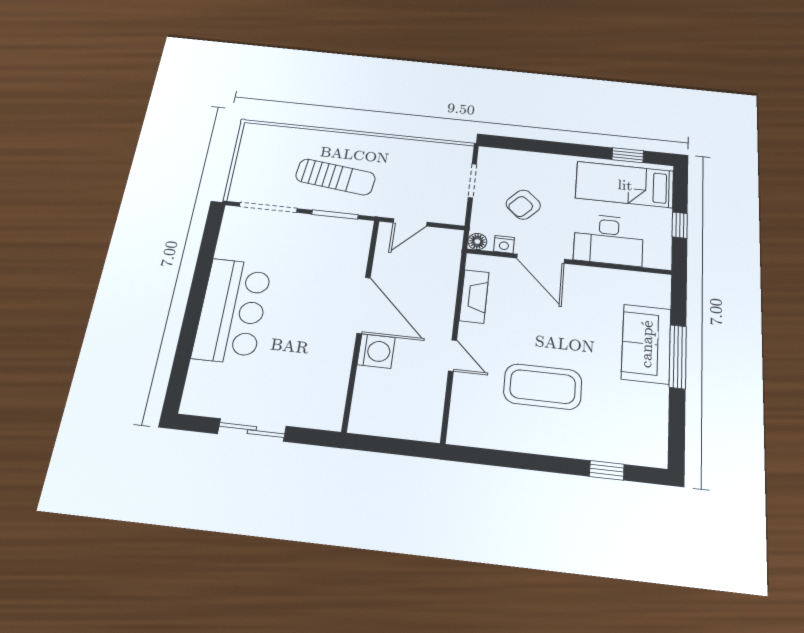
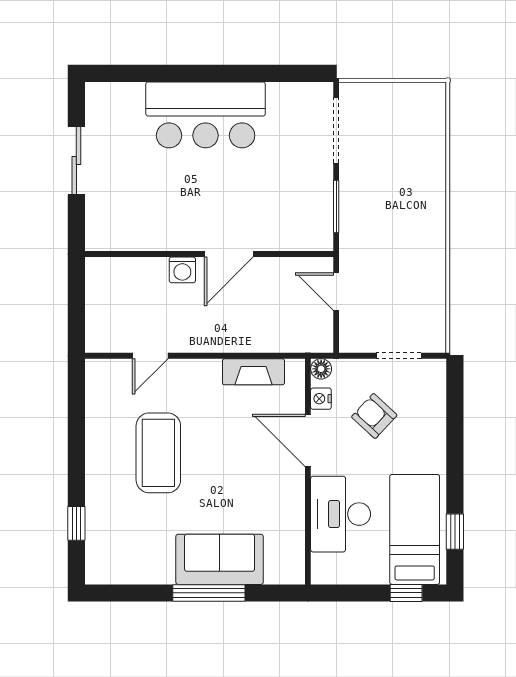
sun lounger: (335, 177) -> (385, 200), removed
window: (680, 225) -> (406, 593), moved
door: (541, 259) -> (308, 440), hinge flipped
door: (364, 305) -> (229, 254), width x0.73
washing machine: (376, 351) -> (182, 270), width x0.73, depth x0.73
door: (453, 355) -> (150, 356), moved

